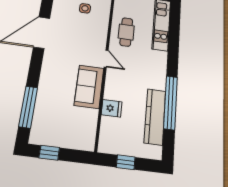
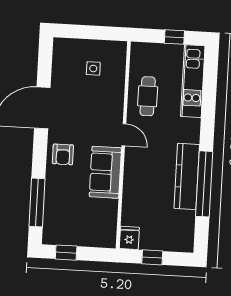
armchair: (55, 69) -> (63, 154), added
fridge: (112, 108) -> (129, 238), moved, turned -90
kitchen counter: (155, 117) -> (187, 176), moved

